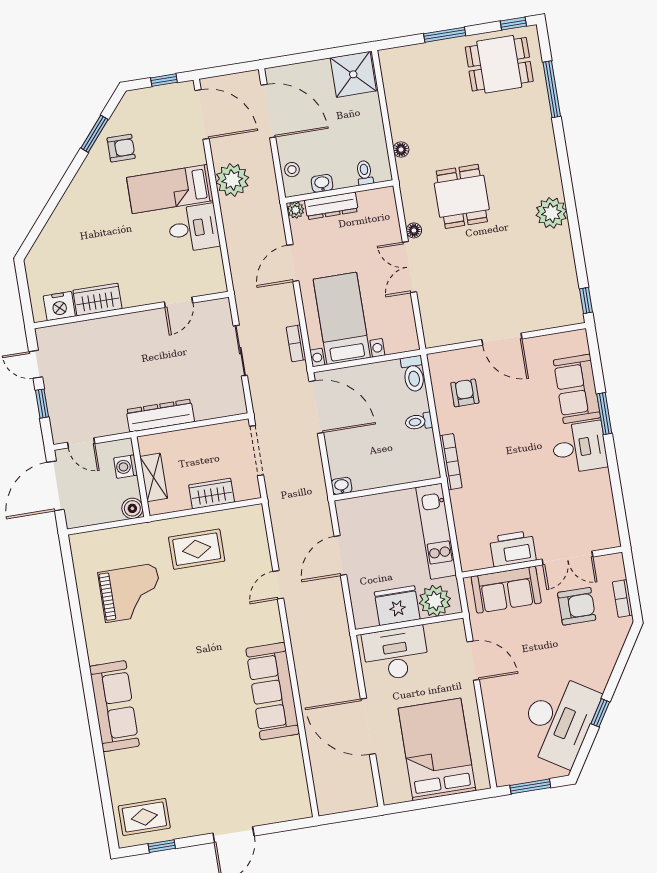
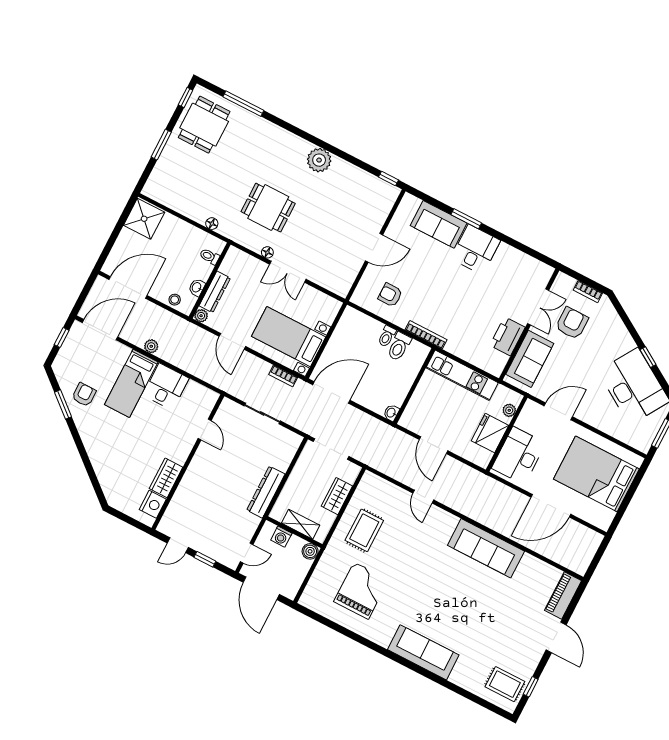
plant: (232, 180) -> (151, 346), width x0.53, depth x0.53
toilet: (413, 374) -> (399, 346), moved, turned 90
plant: (435, 601) -> (509, 410), width x0.53, depth x0.53
piano: (283, 809) -> (563, 596), added
rug: (144, 817) -> (505, 684), turned 90

